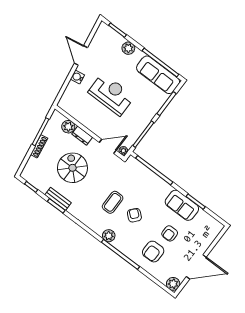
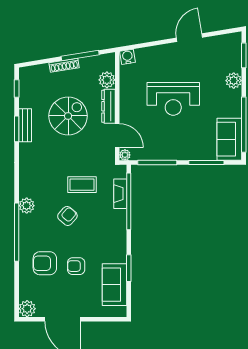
sofa: (158, 75) -> (229, 139), width x0.73
water cooler: (77, 77) -> (128, 57), moved
reception desk: (111, 94) -> (173, 99), turned 90
dresser: (82, 136) -> (108, 106), width x1.44
fireplace: (145, 172) -> (120, 194), added
coffee table: (113, 202) -> (82, 185), moved
sofa: (182, 205) -> (114, 285), moved

